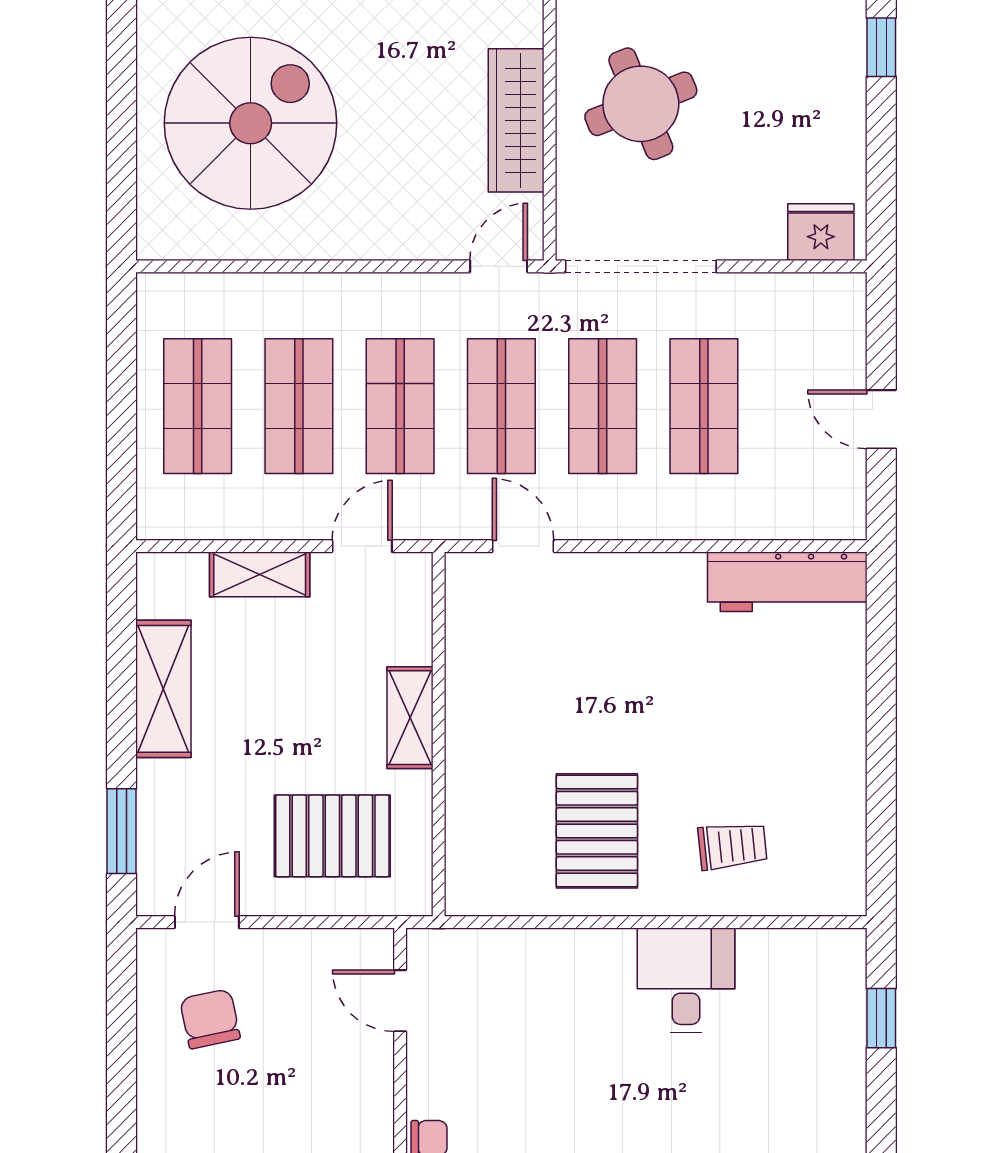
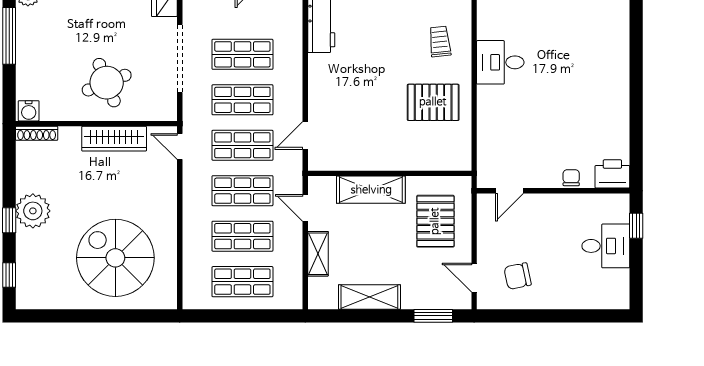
doorway: (641, 266) -> (180, 59), moved
shelving: (410, 718) -> (371, 190), width x1.50, depth x1.33

